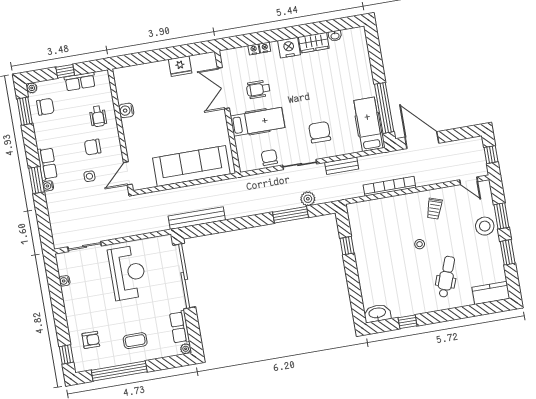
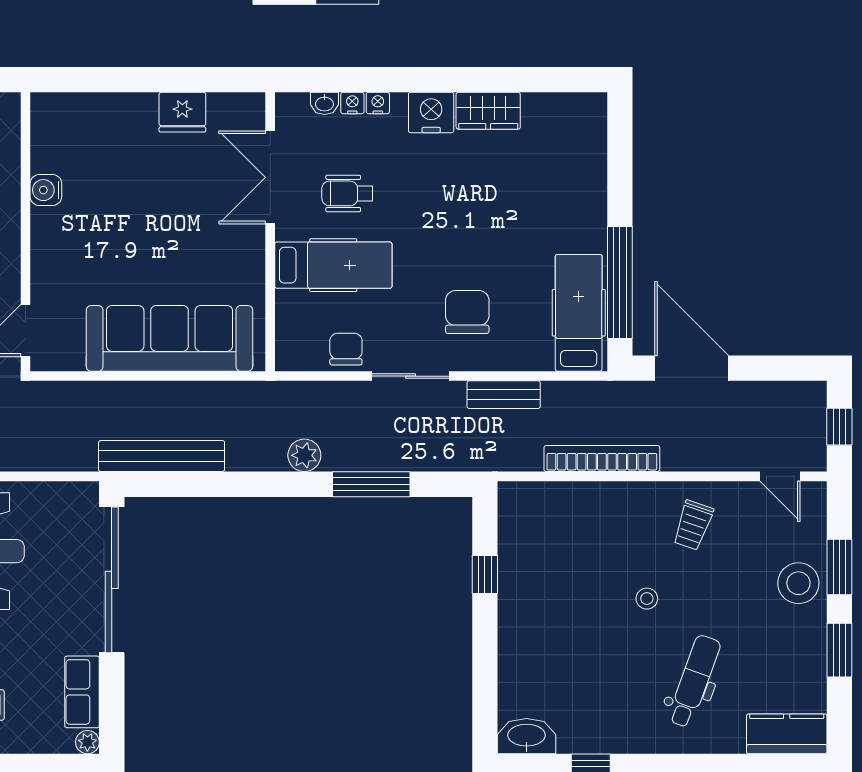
washbasin: (335, 36) -> (324, 103), moved
plant: (308, 199) -> (304, 455), moved

